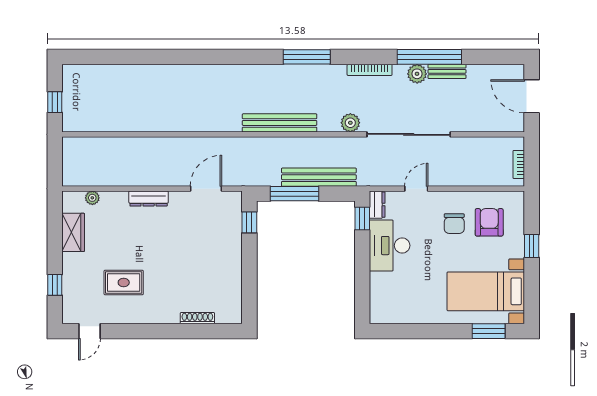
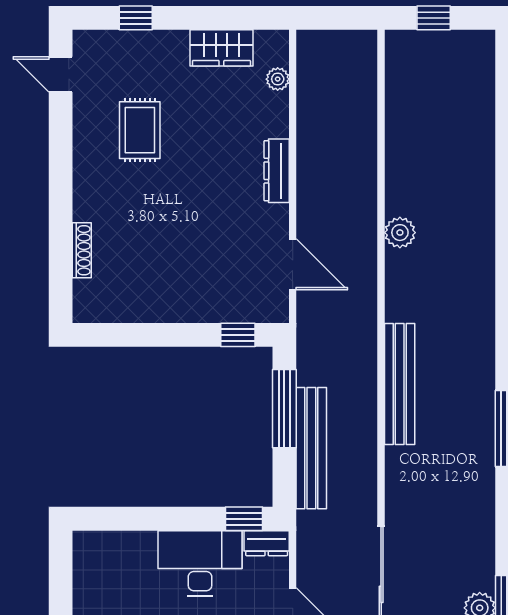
bookcase: (370, 70) -> (486, 531), removed
plant: (350, 123) -> (400, 233), moved

